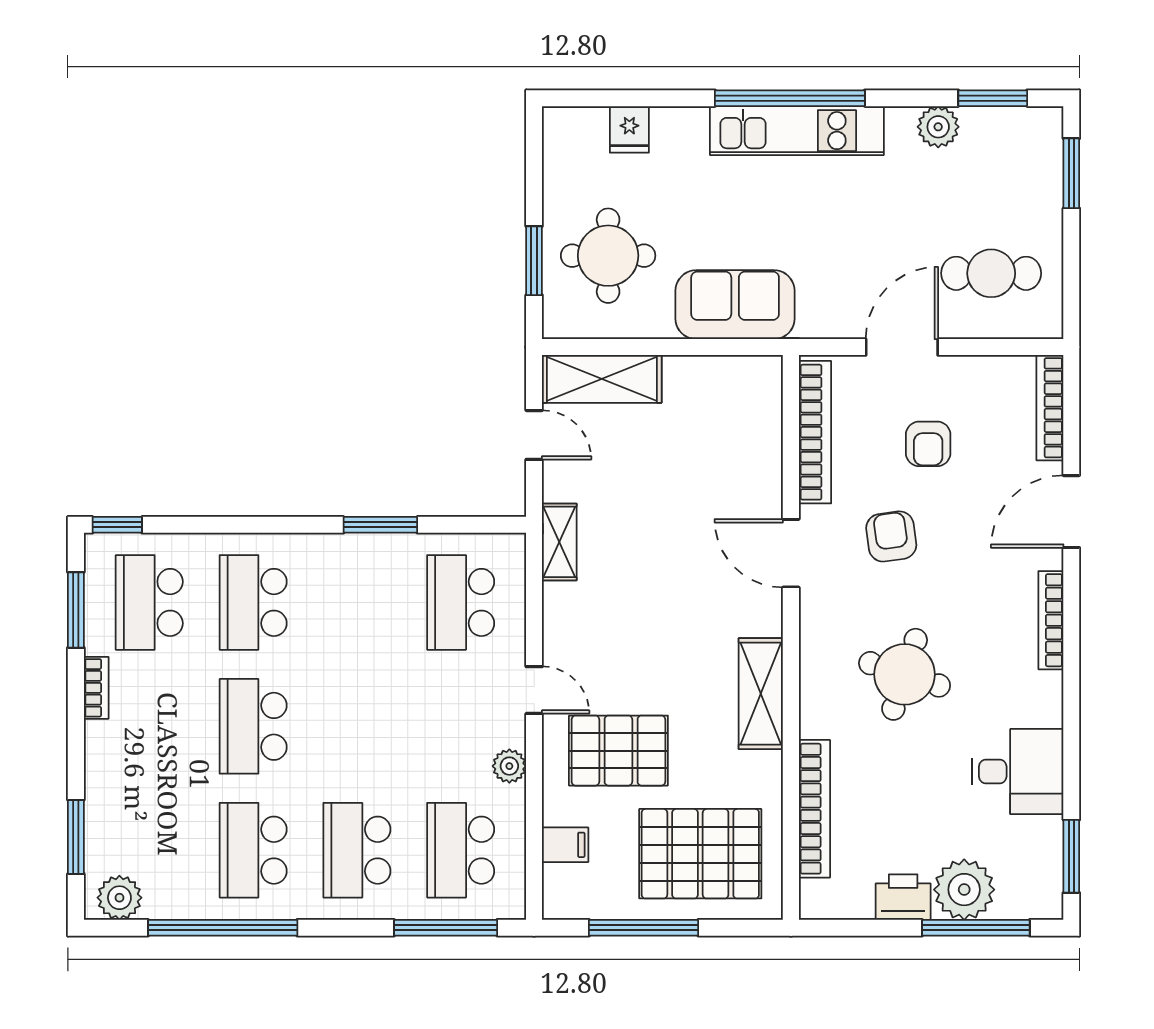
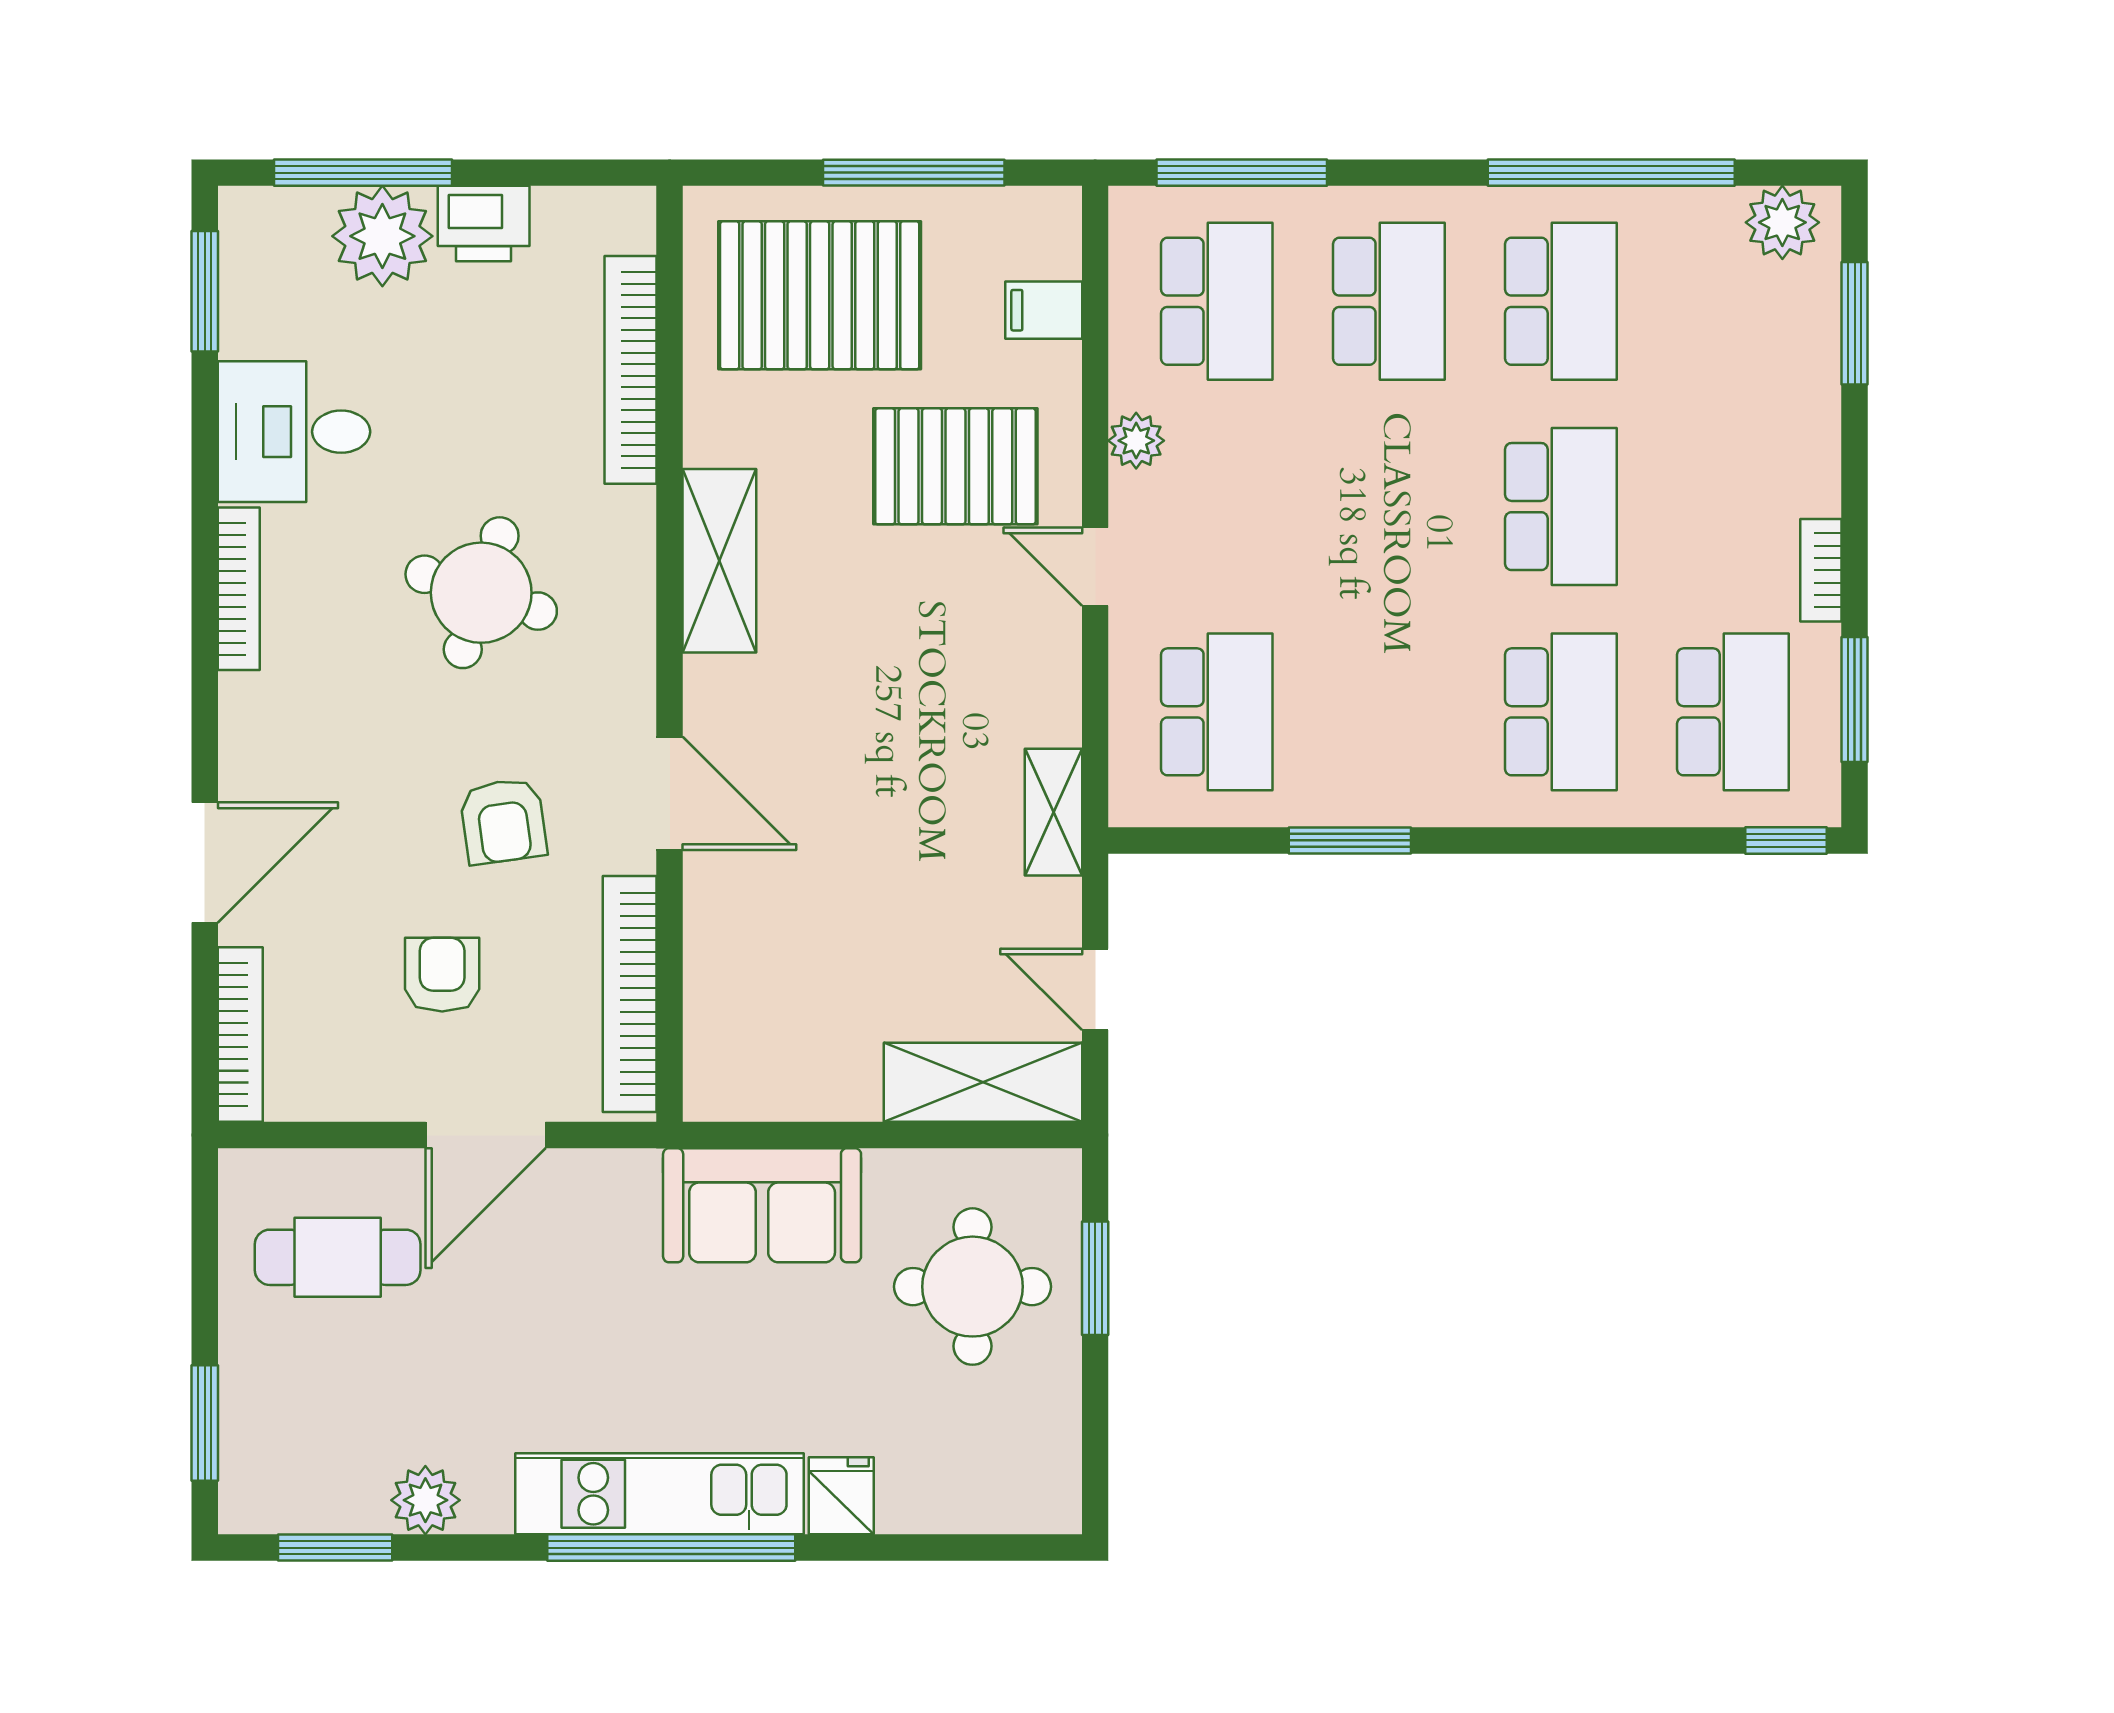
fridge: (629, 129) -> (841, 1496), moved
bookcase: (1051, 620) -> (239, 589), moved

